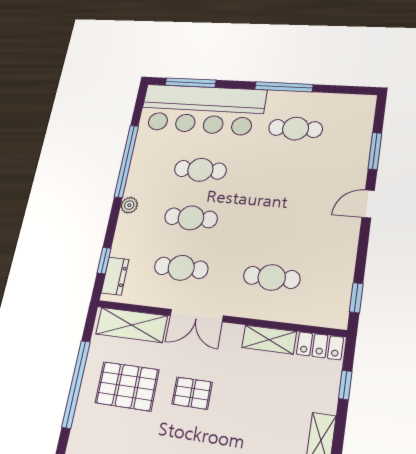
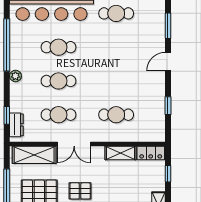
window: (356, 298) -> (168, 106), moved

